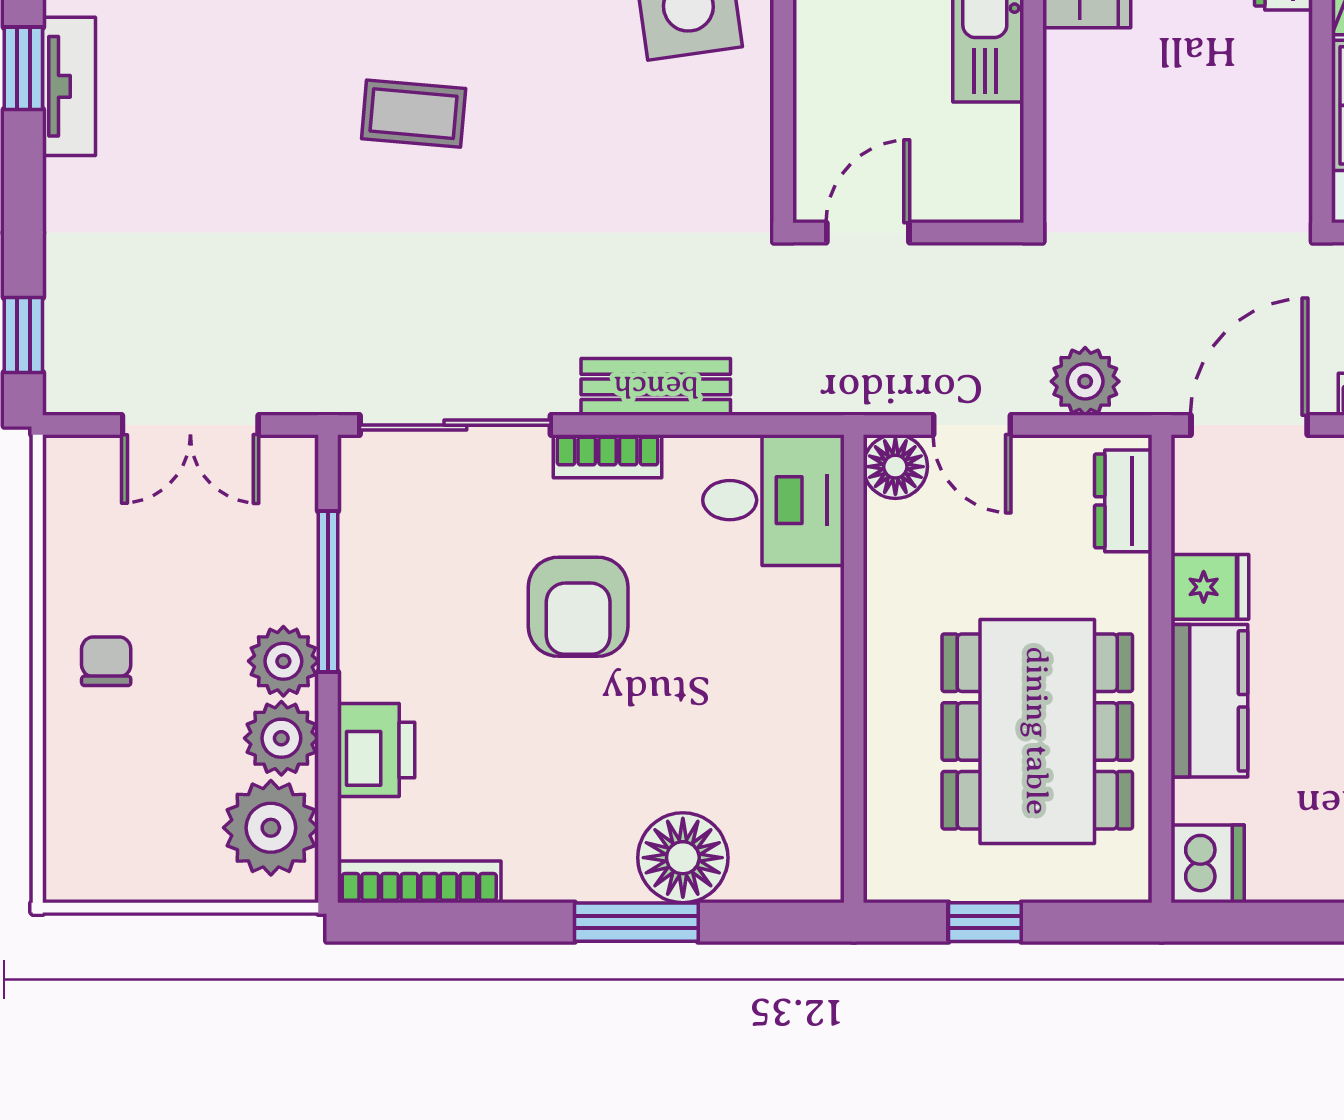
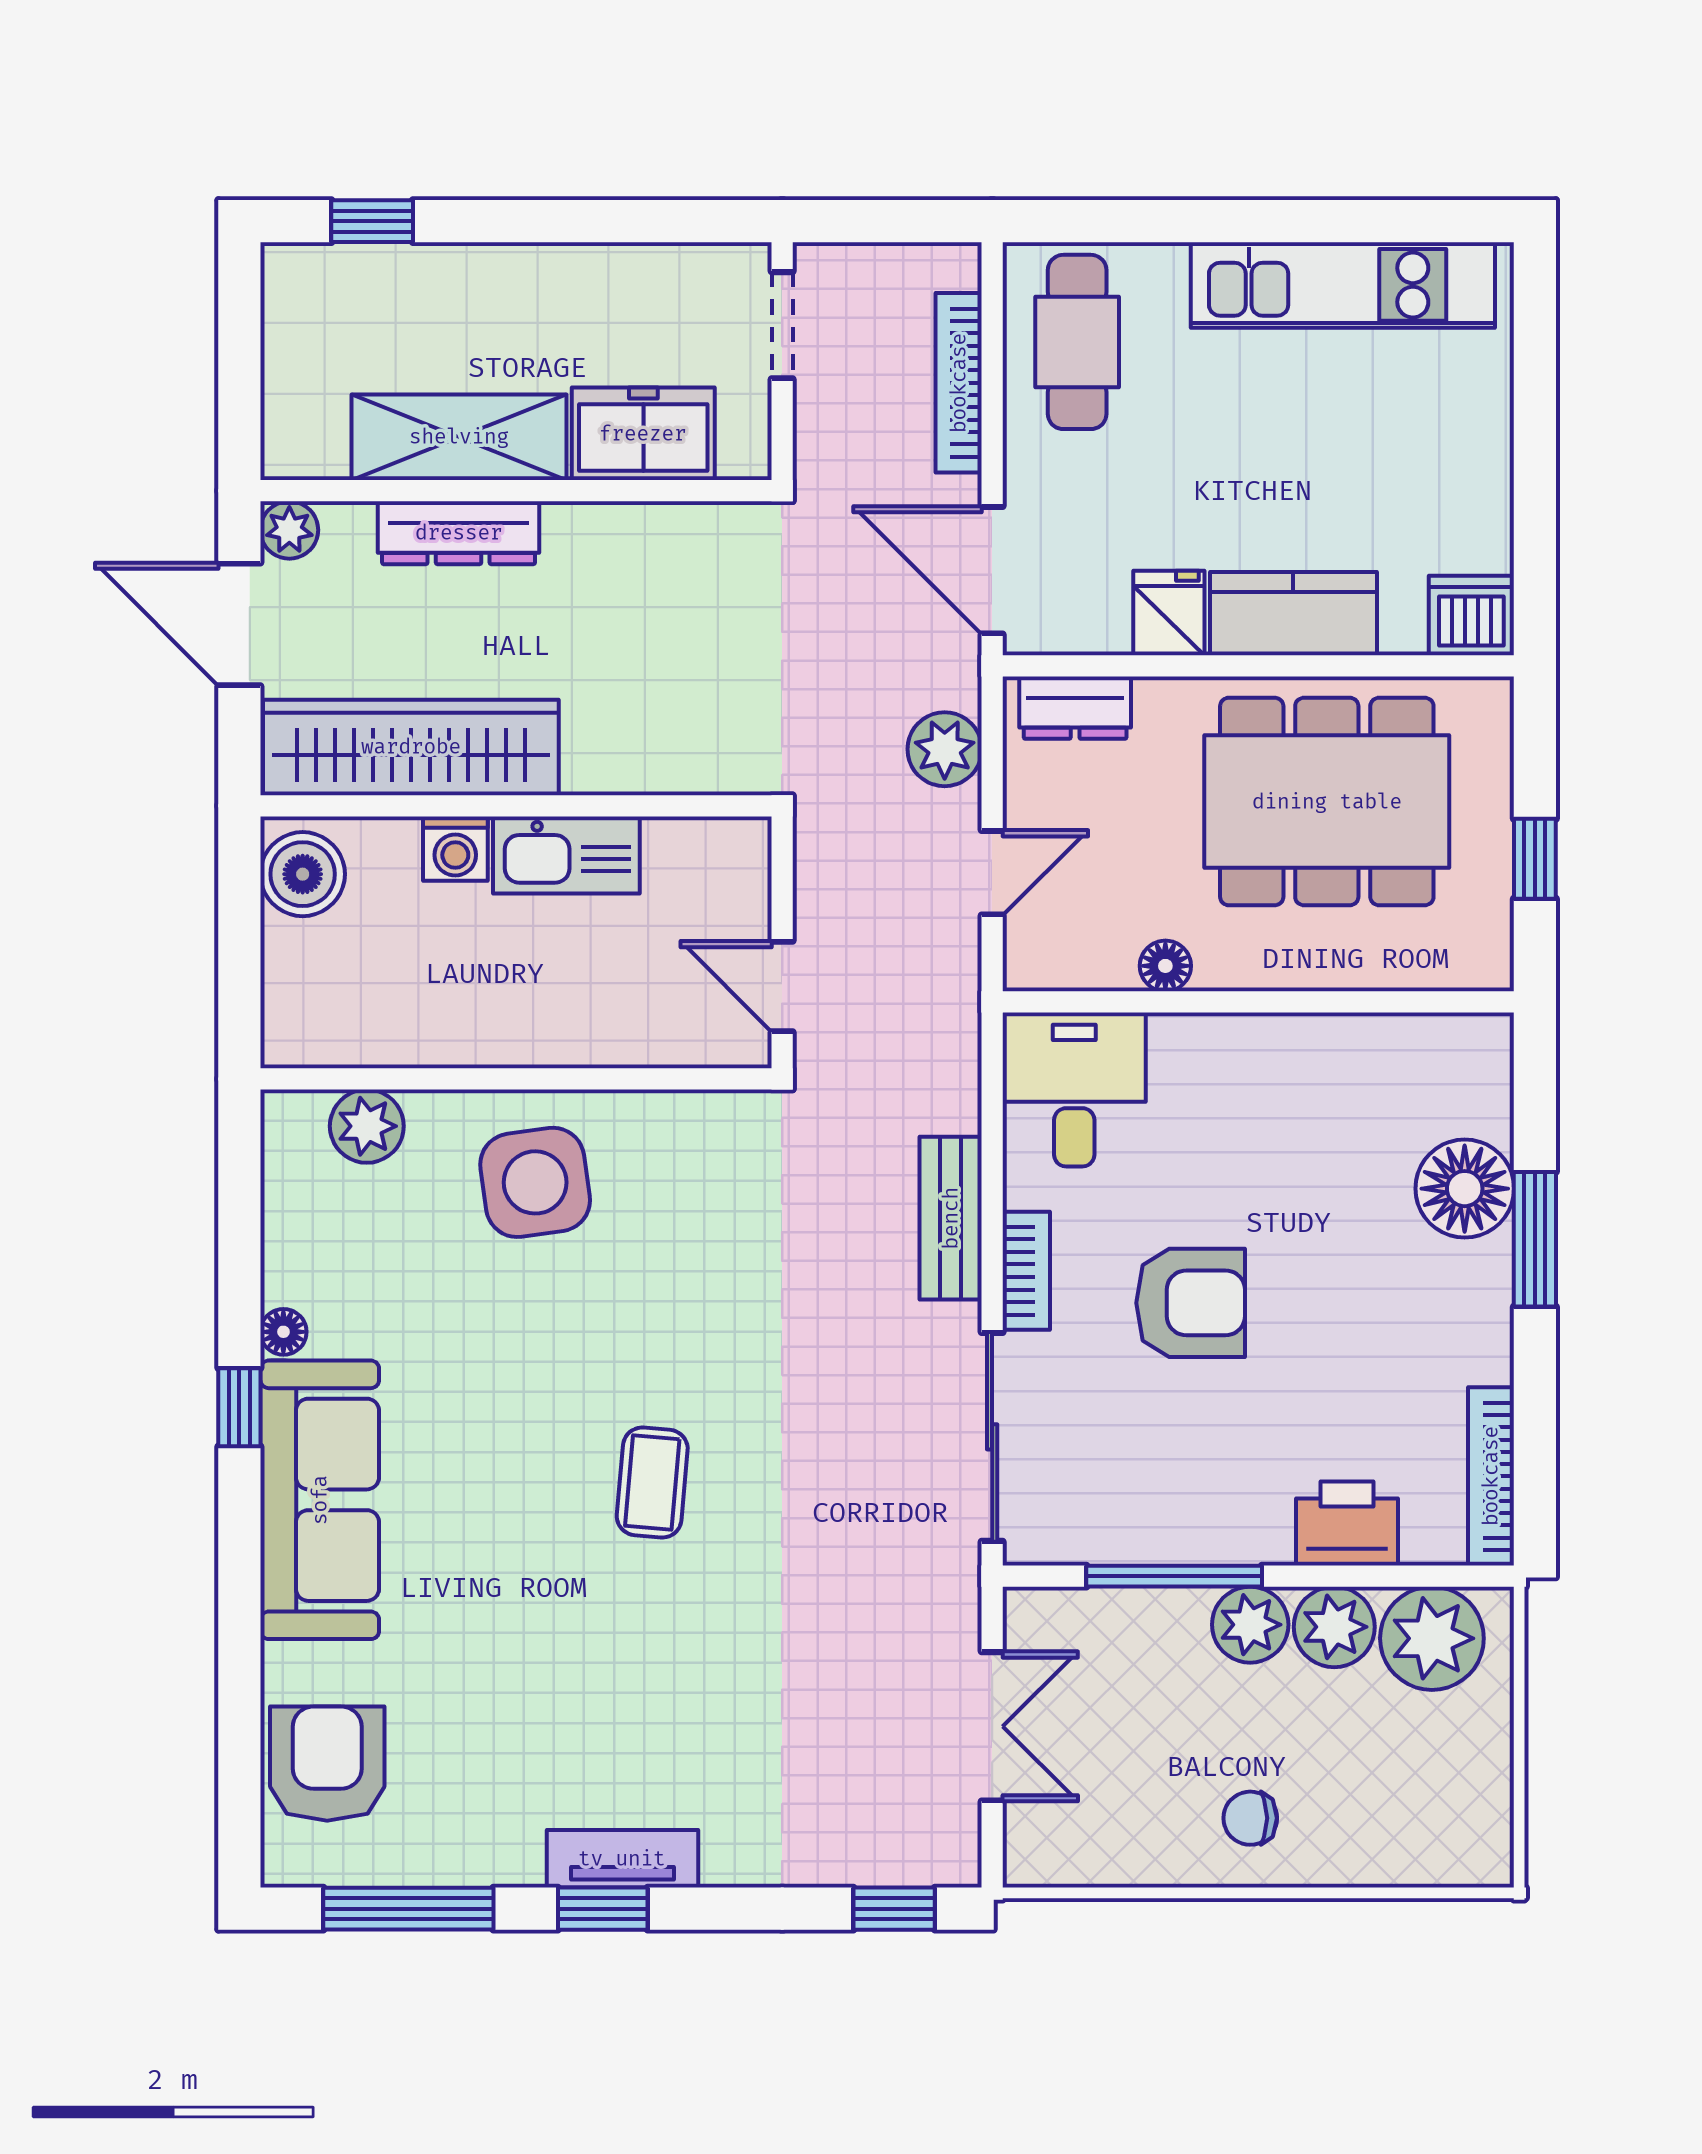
floor lamp: (895, 467) -> (1165, 966), moved, width x0.73, depth x0.73

